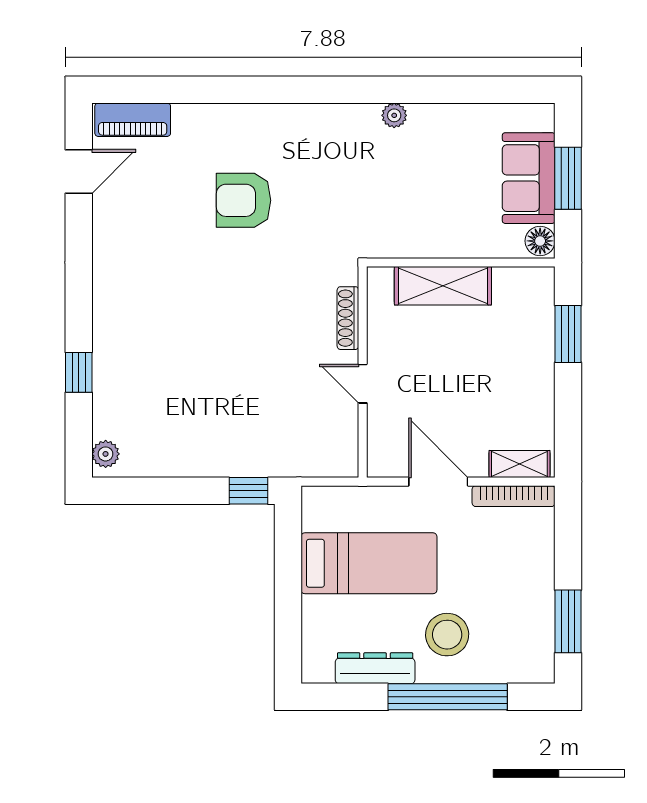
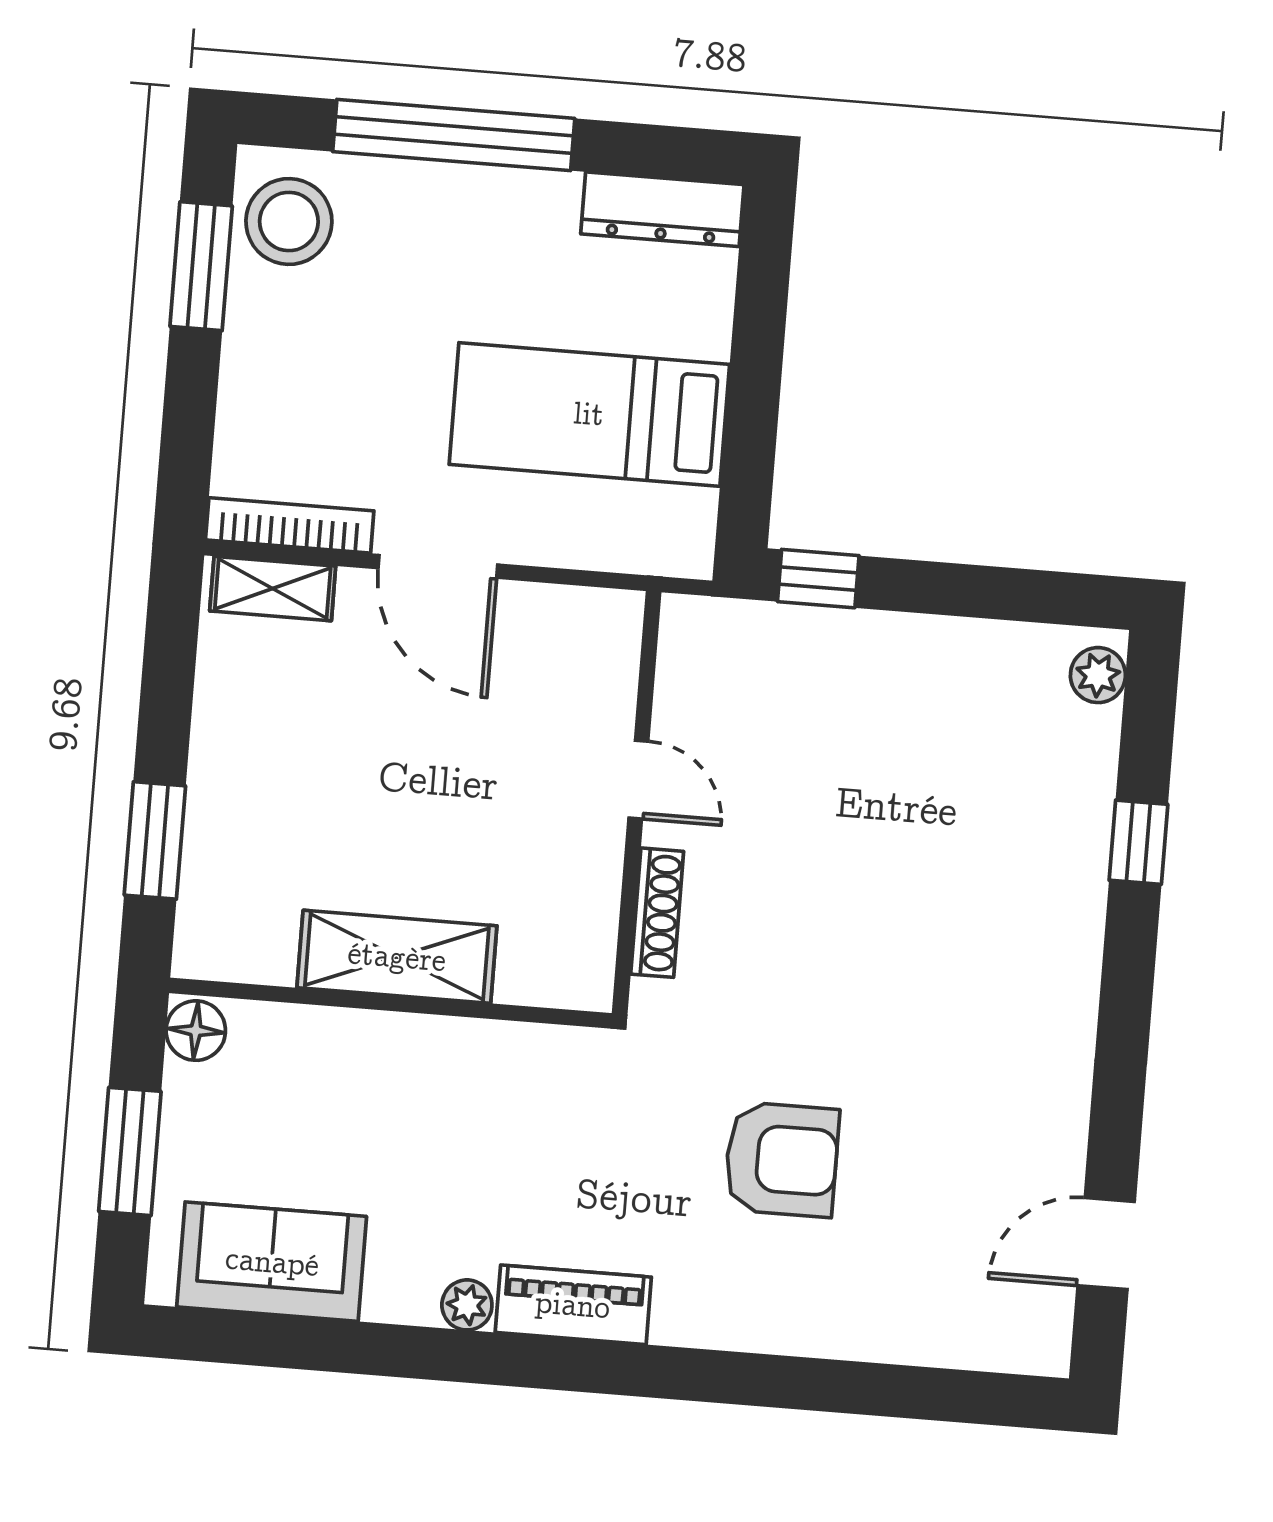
piano: (133, 120) -> (573, 1305), moved
sofa: (529, 178) -> (272, 1262), moved, turned -90
shoe rack: (348, 318) -> (657, 913), moved
wall: (363, 372) -> (637, 803), moved
door: (363, 384) -> (638, 780), moved
stool: (447, 635) -> (289, 222), moved
dresser: (375, 668) -> (662, 209), moved

